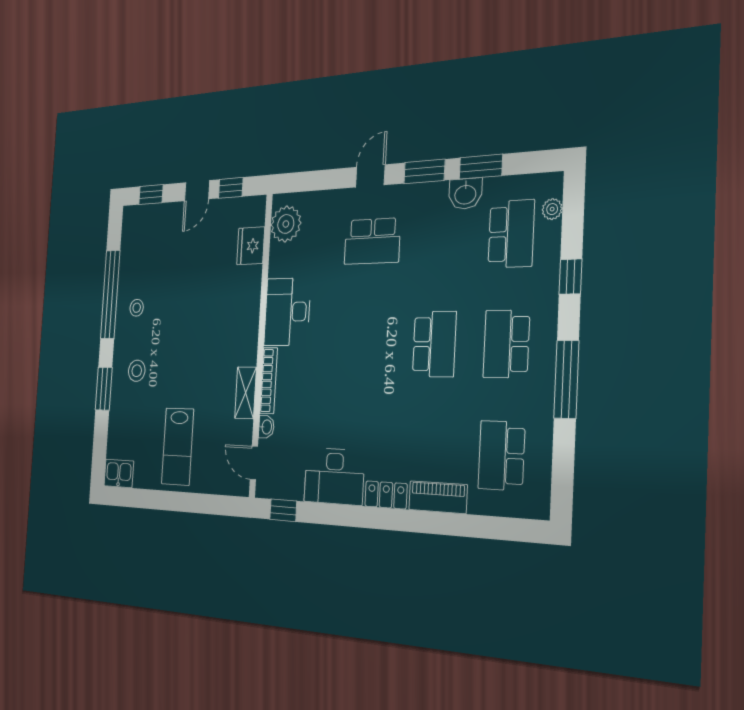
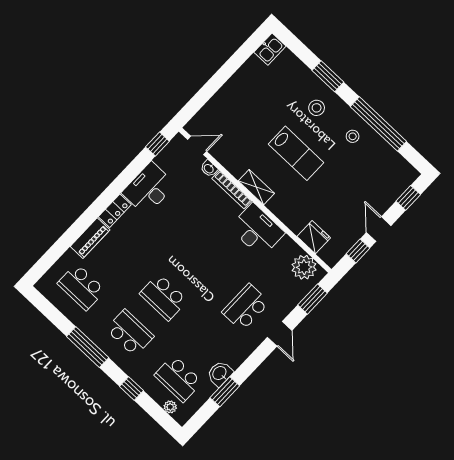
window: (424, 171) -> (312, 299), moved
shelving: (246, 393) -> (256, 187), moved
lab bench: (178, 447) -> (296, 153), moved, turned 180
school desk: (501, 456) -> (81, 287), turned 180

